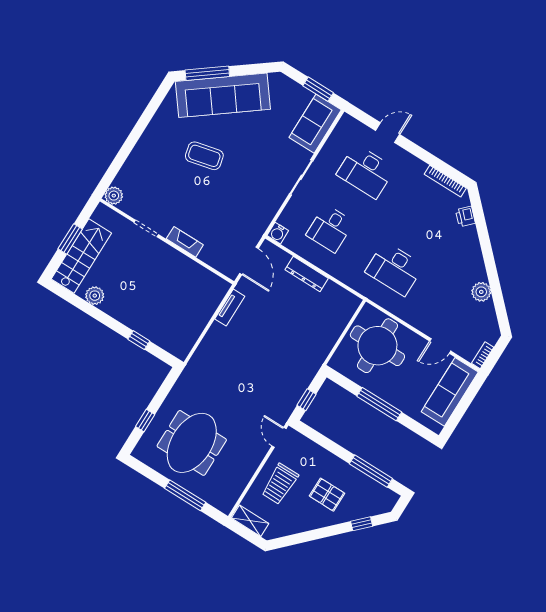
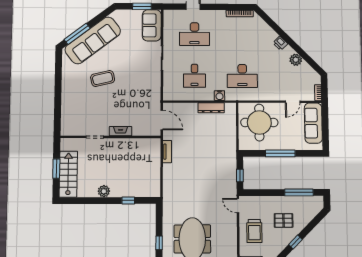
plant: (114, 196) -> (66, 130), removed
printer: (465, 216) -> (280, 43), moved
water cooler: (278, 233) -> (219, 96), moved
dresser: (307, 274) -> (211, 108), moved
plant: (95, 296) -> (104, 191), moved
window: (362, 524) -> (295, 242), moved

